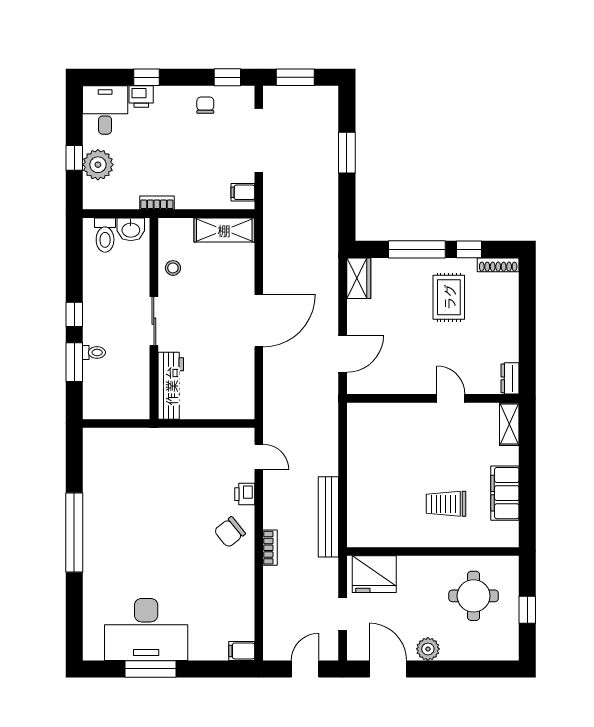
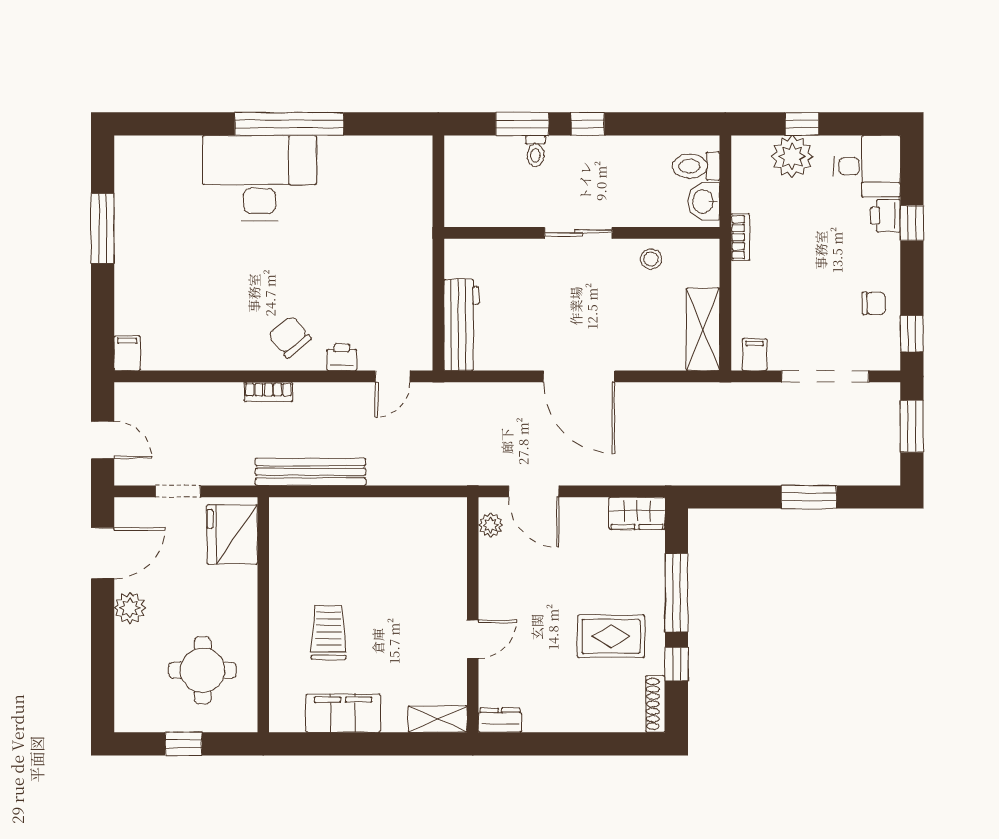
plant: (367, 385) -> (491, 525), added
workbench: (171, 386) -> (461, 325), moved, turned -90
desk: (146, 629) -> (260, 178), moved, turned 90

